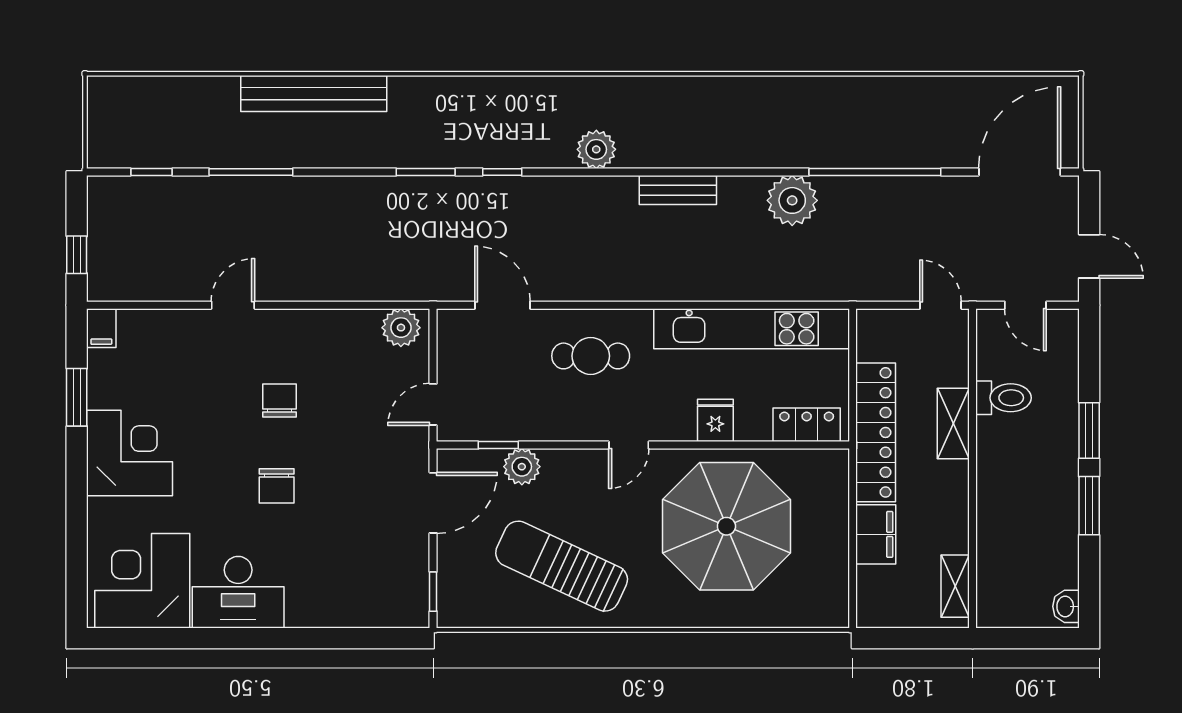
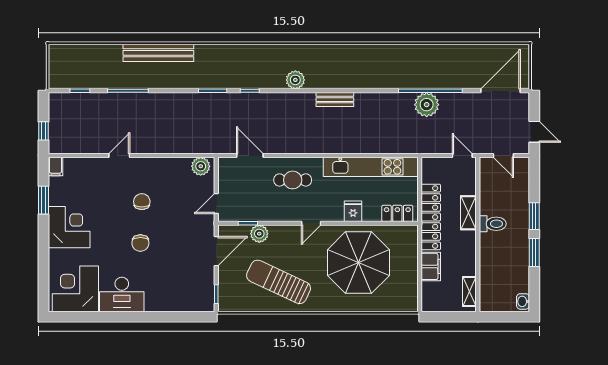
plant: (792, 200) -> (427, 105), moved
toilet: (1003, 398) -> (493, 224), moved

